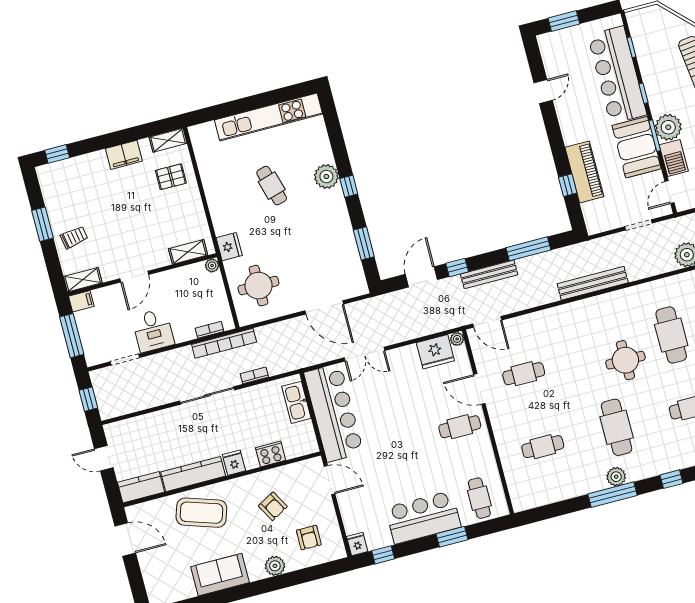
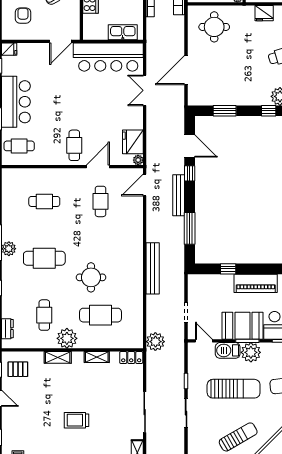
piano: (584, 172) -> (256, 283), moved
fridge: (229, 247) -> (264, 13), moved
cafe table: (543, 447) -> (44, 201), turned 90
armchair: (309, 538) -> (23, 16), turned 90

